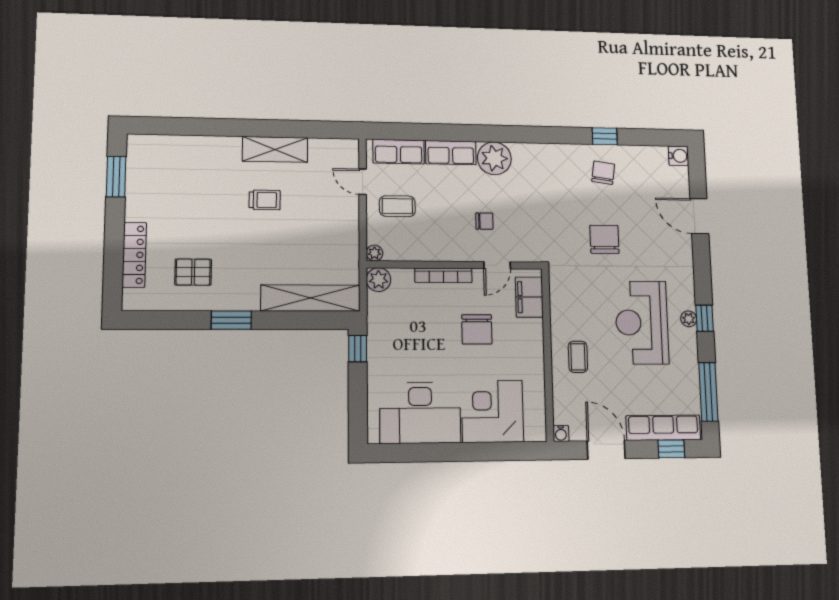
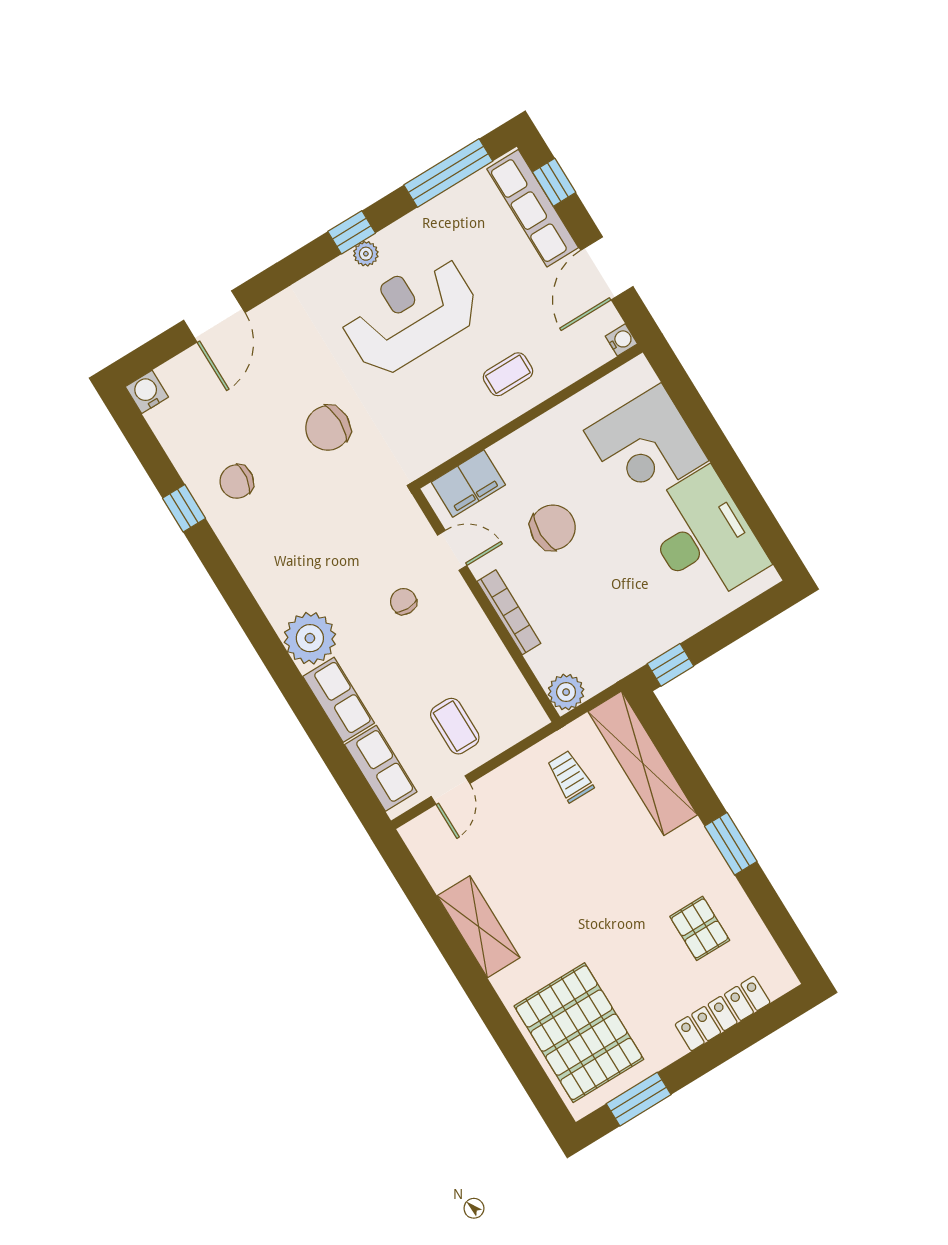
pallet: (178, 167) -> (579, 1033), added
trolley: (265, 200) -> (570, 776), moved
plant: (374, 253) -> (535, 718), removed
reception desk: (642, 322) -> (410, 315), turned 180

